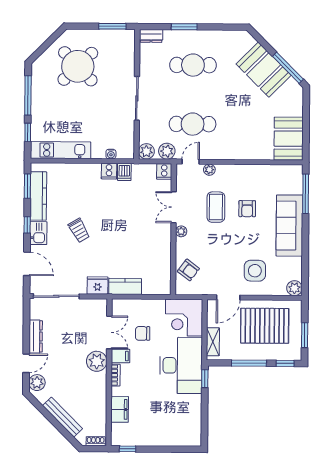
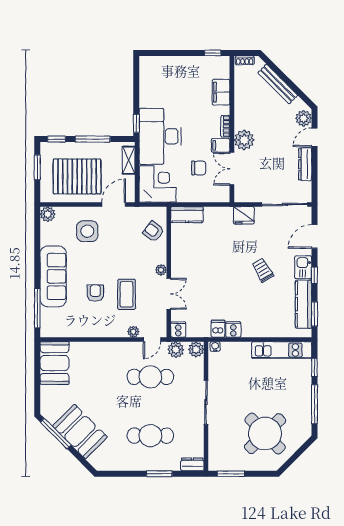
water cooler: (111, 154) -> (215, 346), moved
door: (27, 264) -> (314, 236), hinge flipped
kitchen counter: (125, 286) -> (187, 215), moved

